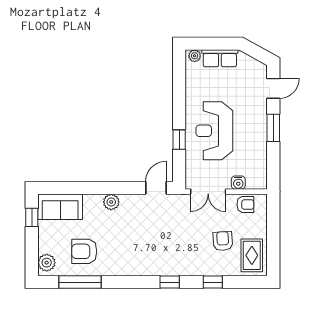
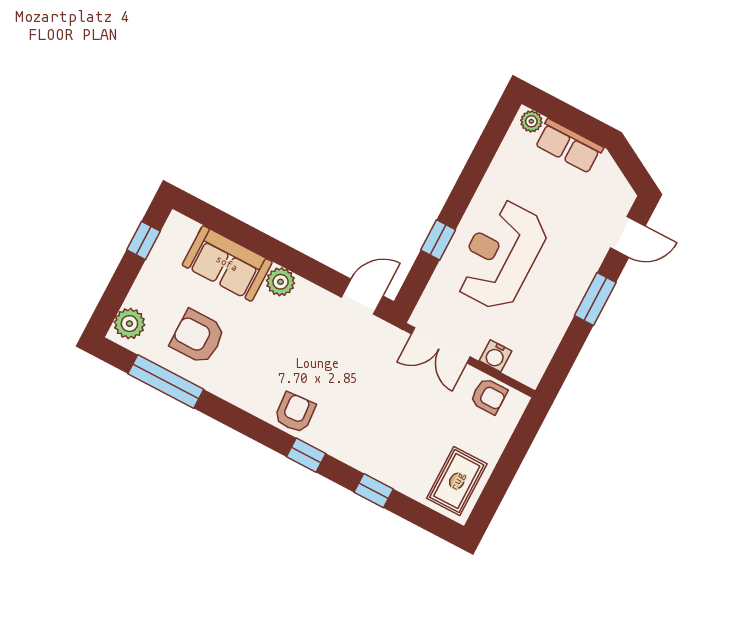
sofa: (60, 207) -> (227, 263), moved
armchair: (223, 241) -> (295, 413), moved

